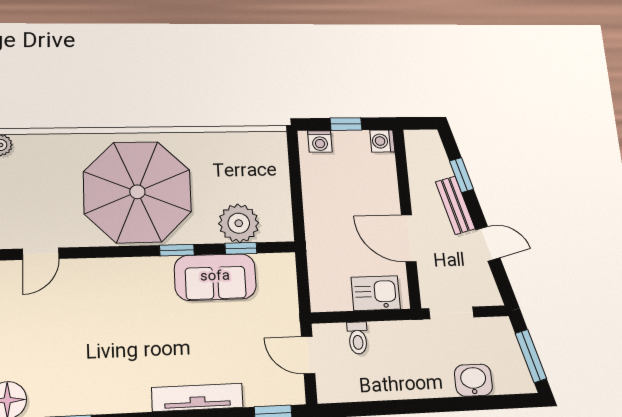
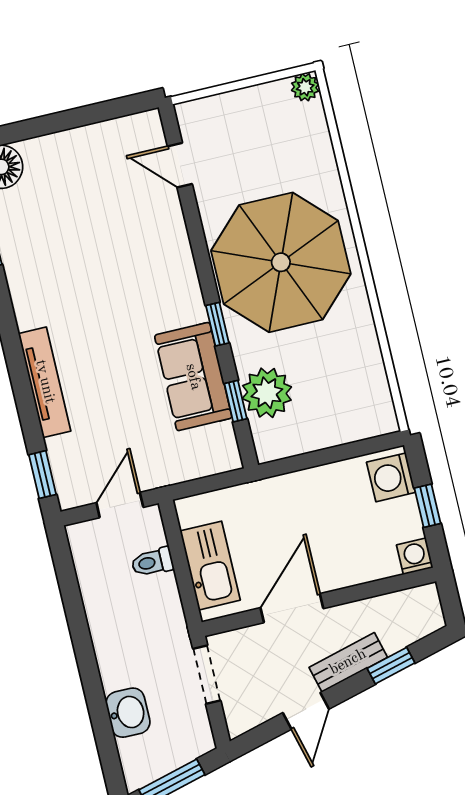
washing machine: (320, 141) -> (391, 477), width x1.38, depth x1.38
kitchen sink: (376, 293) -> (210, 566), width x1.38

